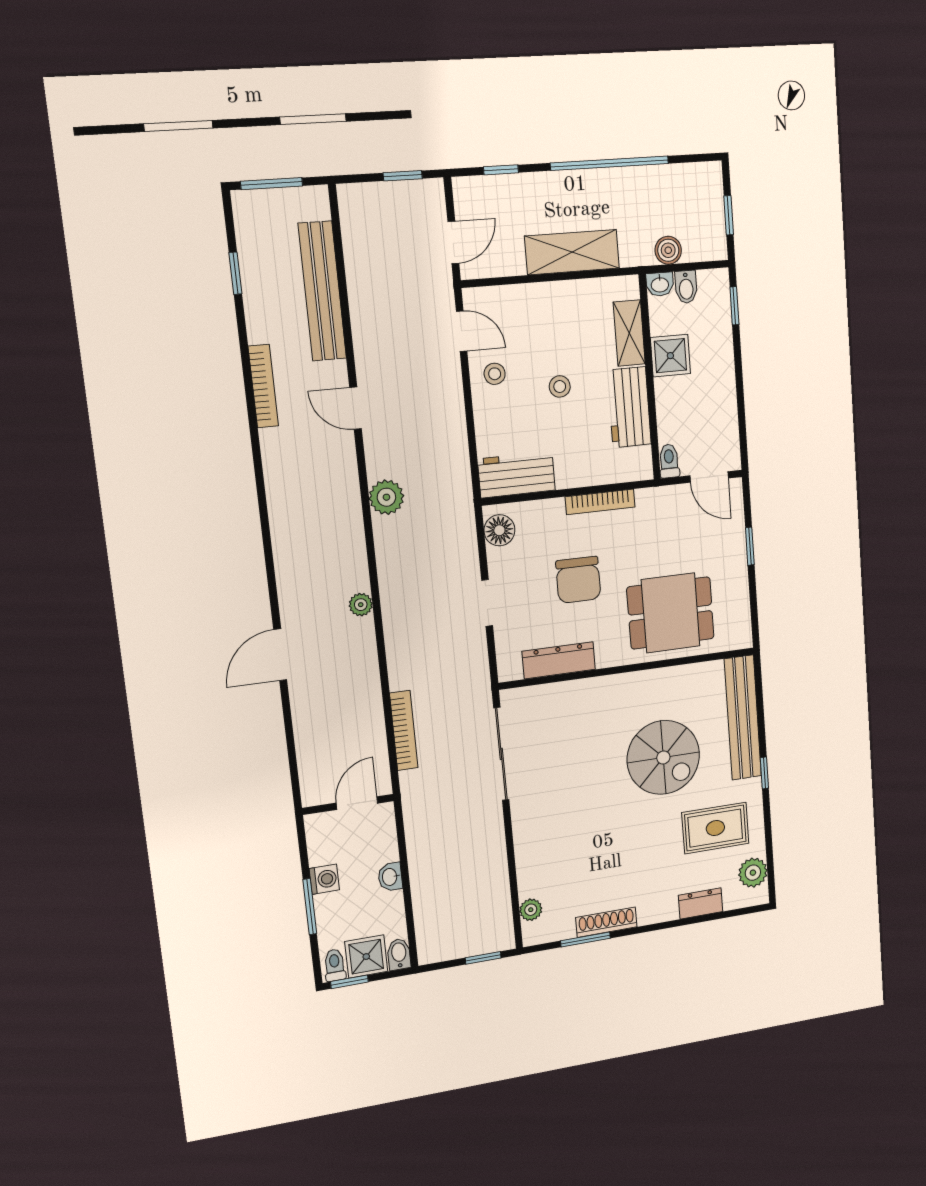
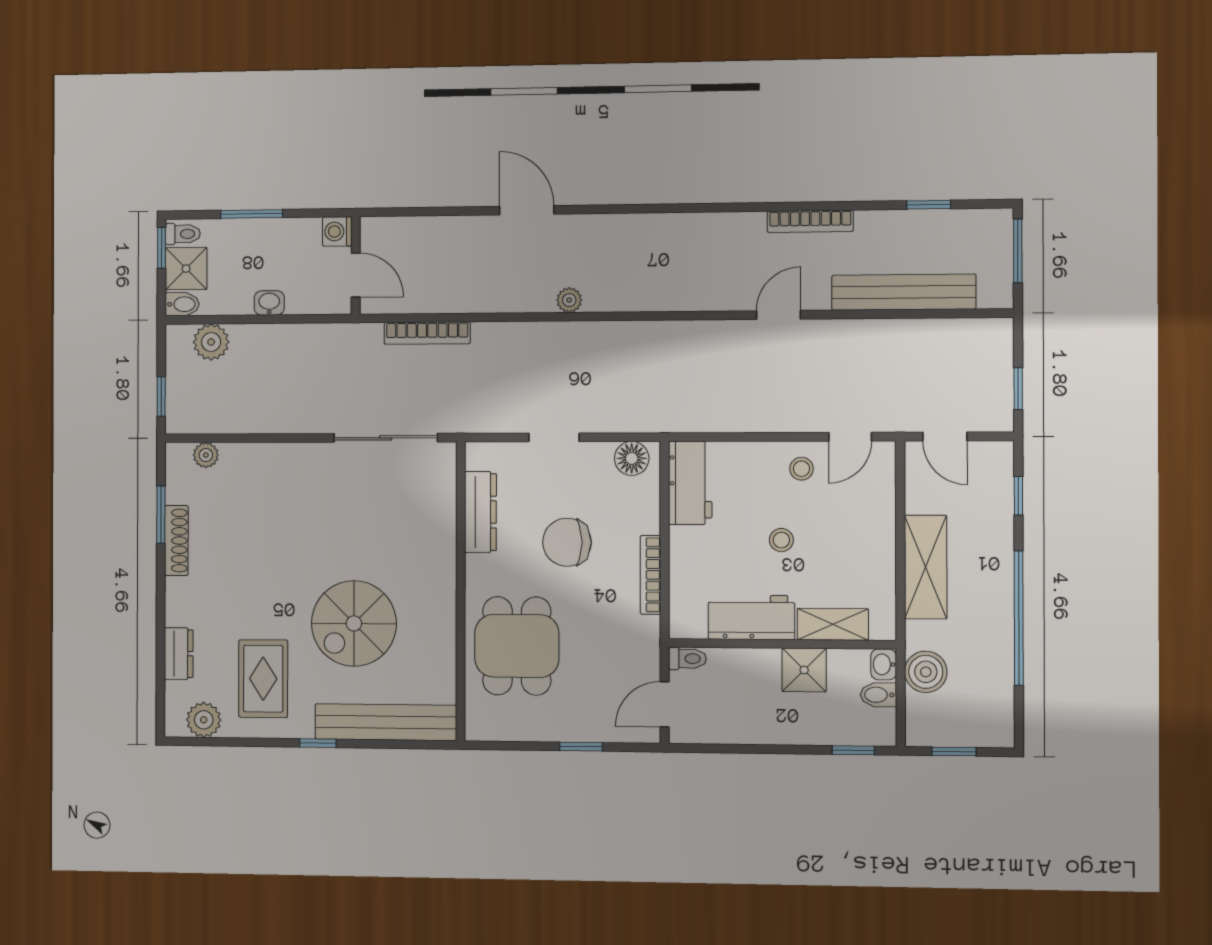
boiler: (668, 250) -> (926, 672), width x1.36, depth x1.36
plant: (386, 497) -> (211, 342), moved
washing machine: (324, 879) -> (337, 231), moved, turned 90

